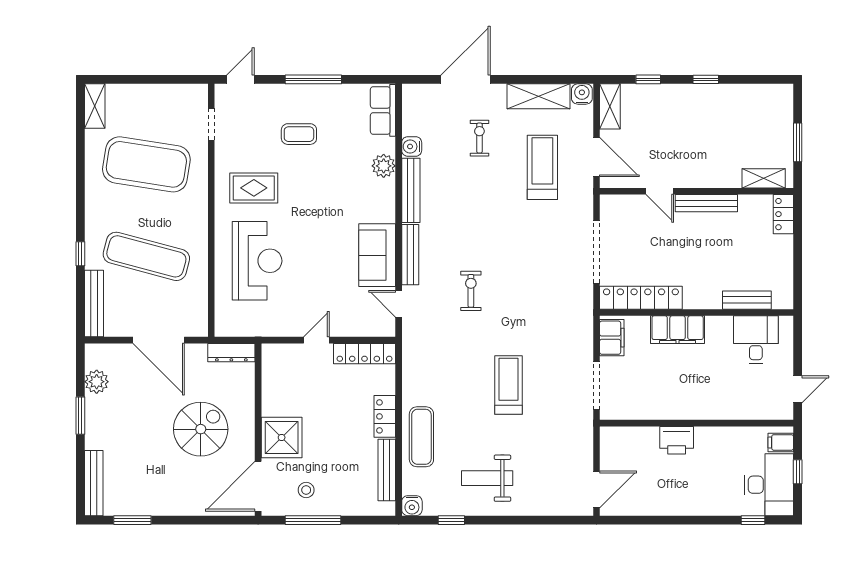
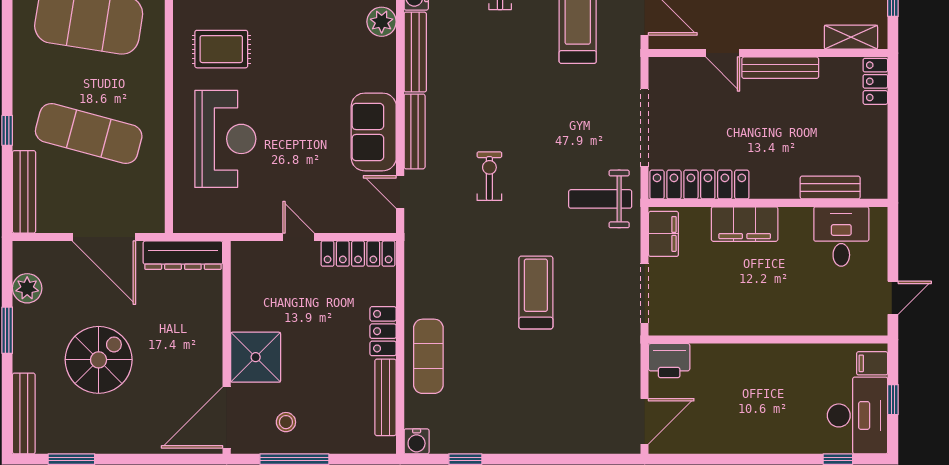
door: (316, 340) -> (299, 237), hinge flipped
dresser: (231, 353) -> (183, 255), width x1.37, depth x1.24
spiral stairs: (201, 429) -> (99, 360), moved
printer: (677, 440) -> (669, 361), moved
weight bench: (487, 478) -> (600, 199), moved

